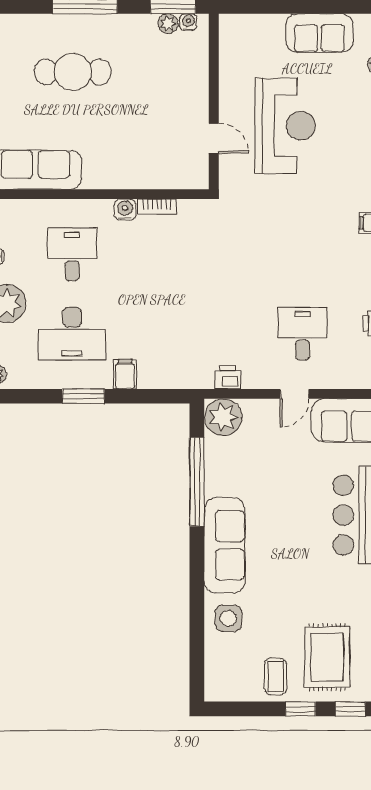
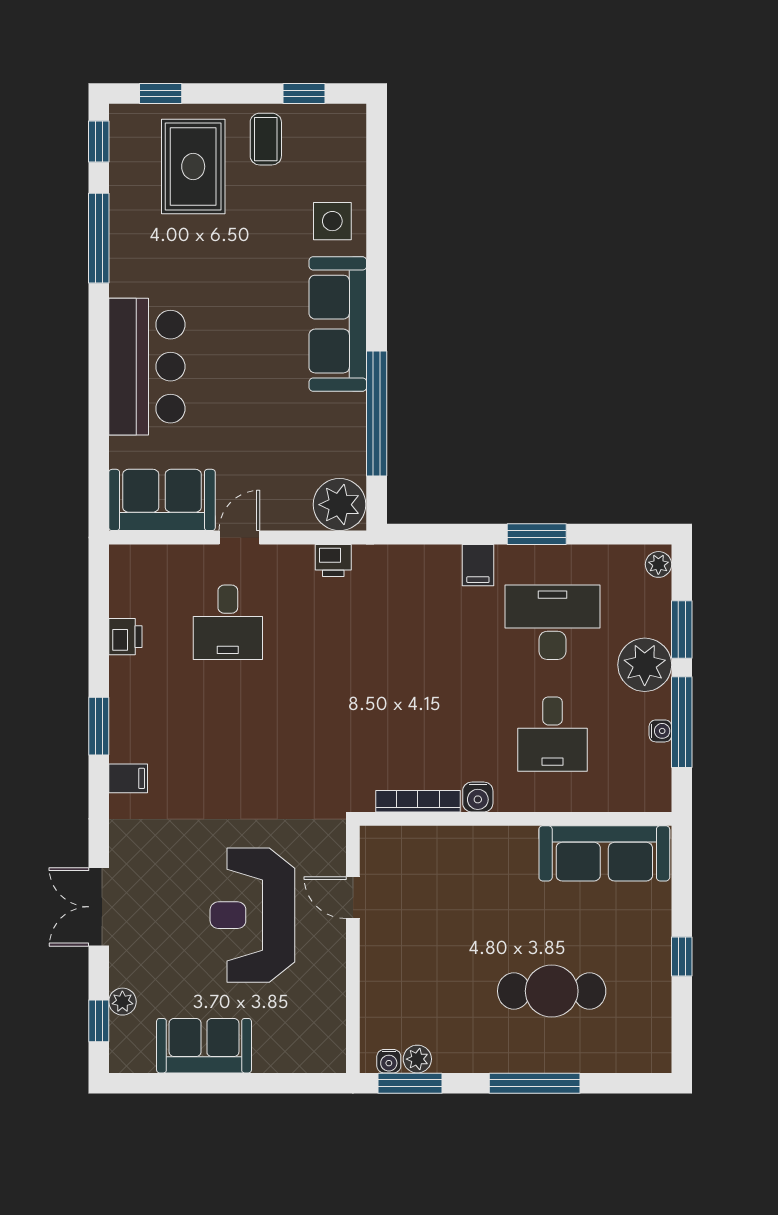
bookcase: (157, 207) -> (418, 801), width x1.56
window: (300, 709) -> (304, 93), moved

